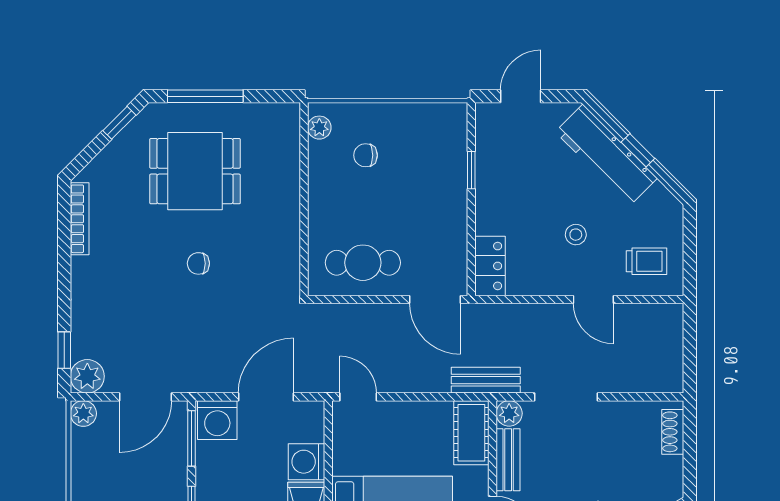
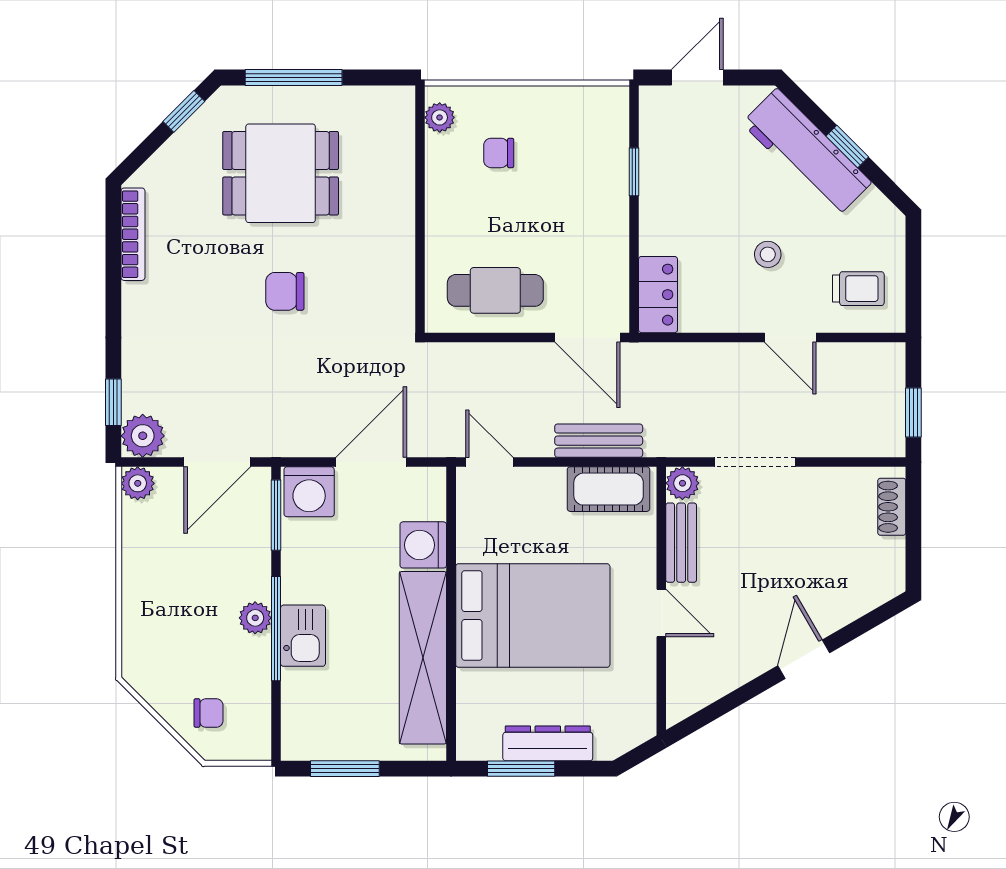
chair: (198, 263) -> (285, 291), width x1.37, depth x1.37
window: (690, 358) -> (913, 413), added
bench: (486, 380) -> (599, 441), moved
cot: (471, 433) -> (609, 489), moved, turned 90

